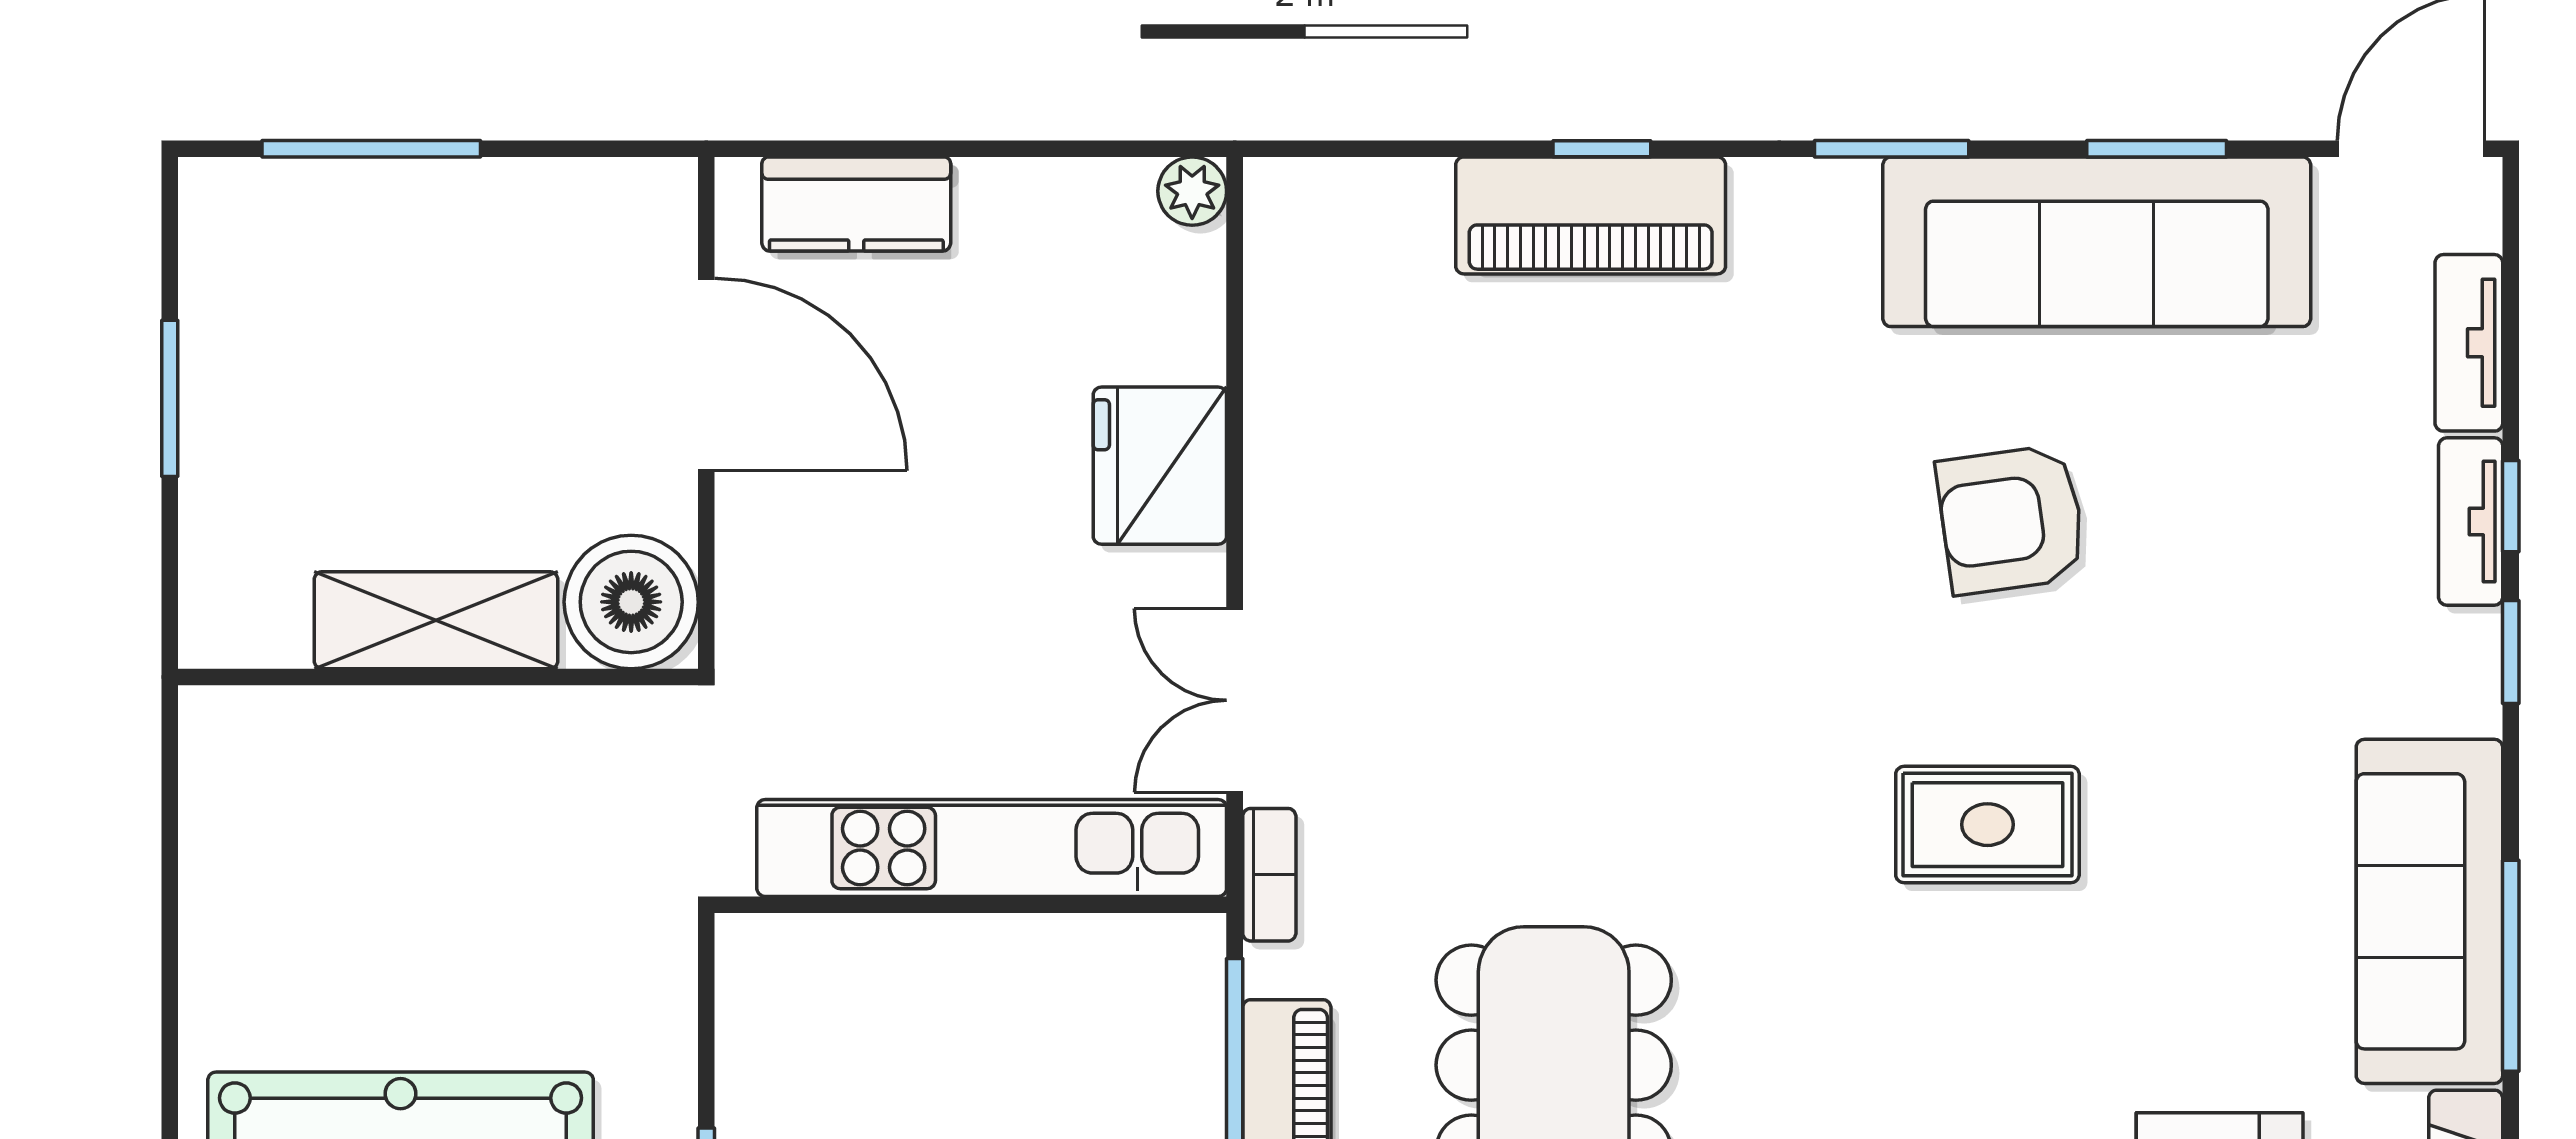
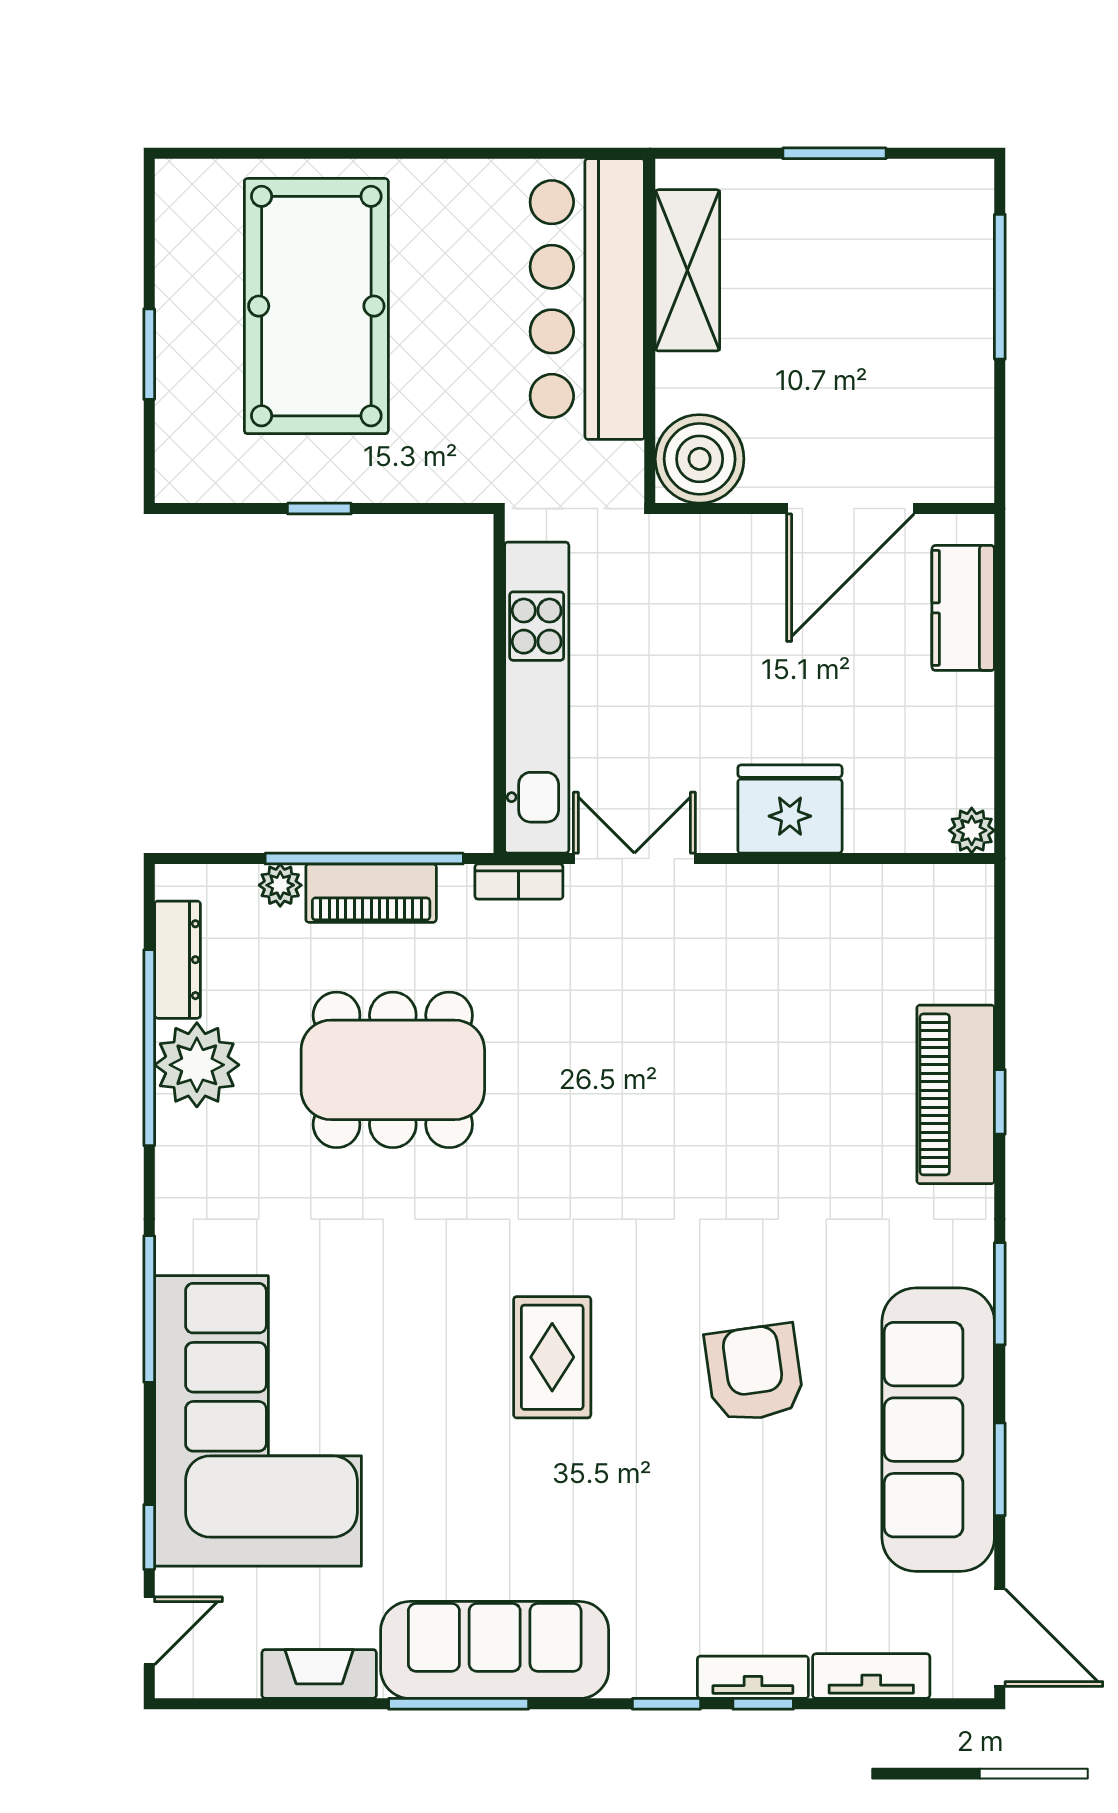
shelving: (436, 620) -> (687, 270), moved
bar counter: (390, 772) -> (587, 299), added

